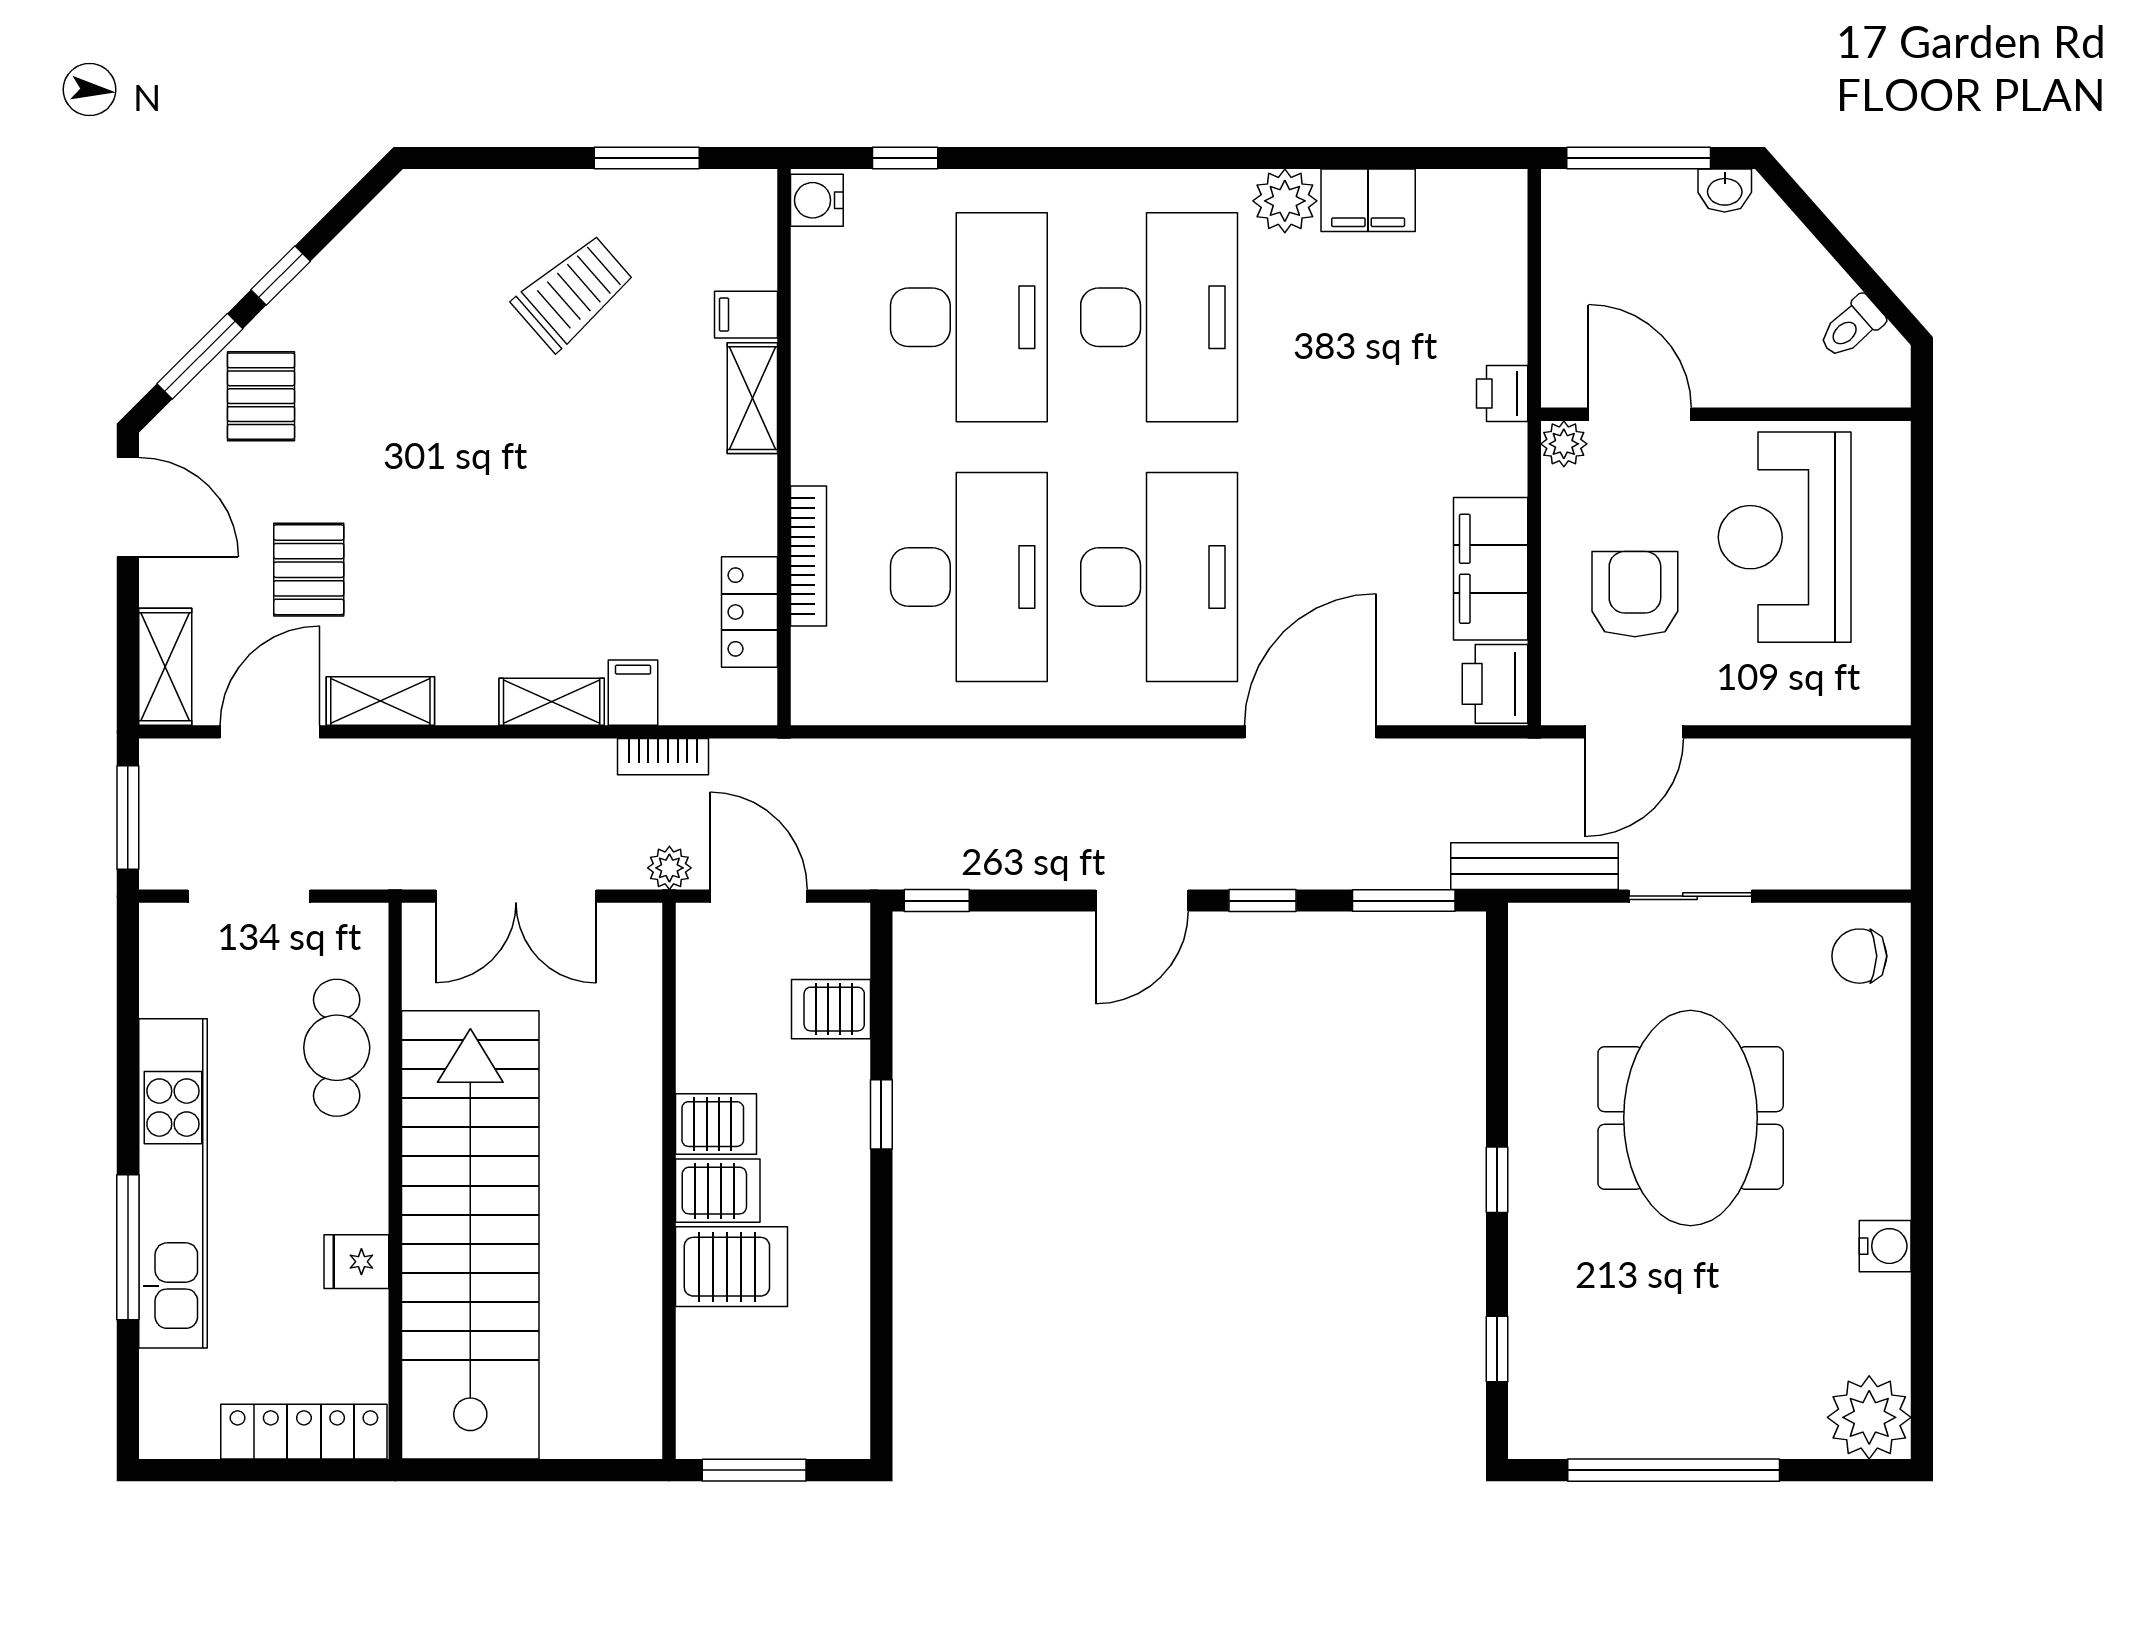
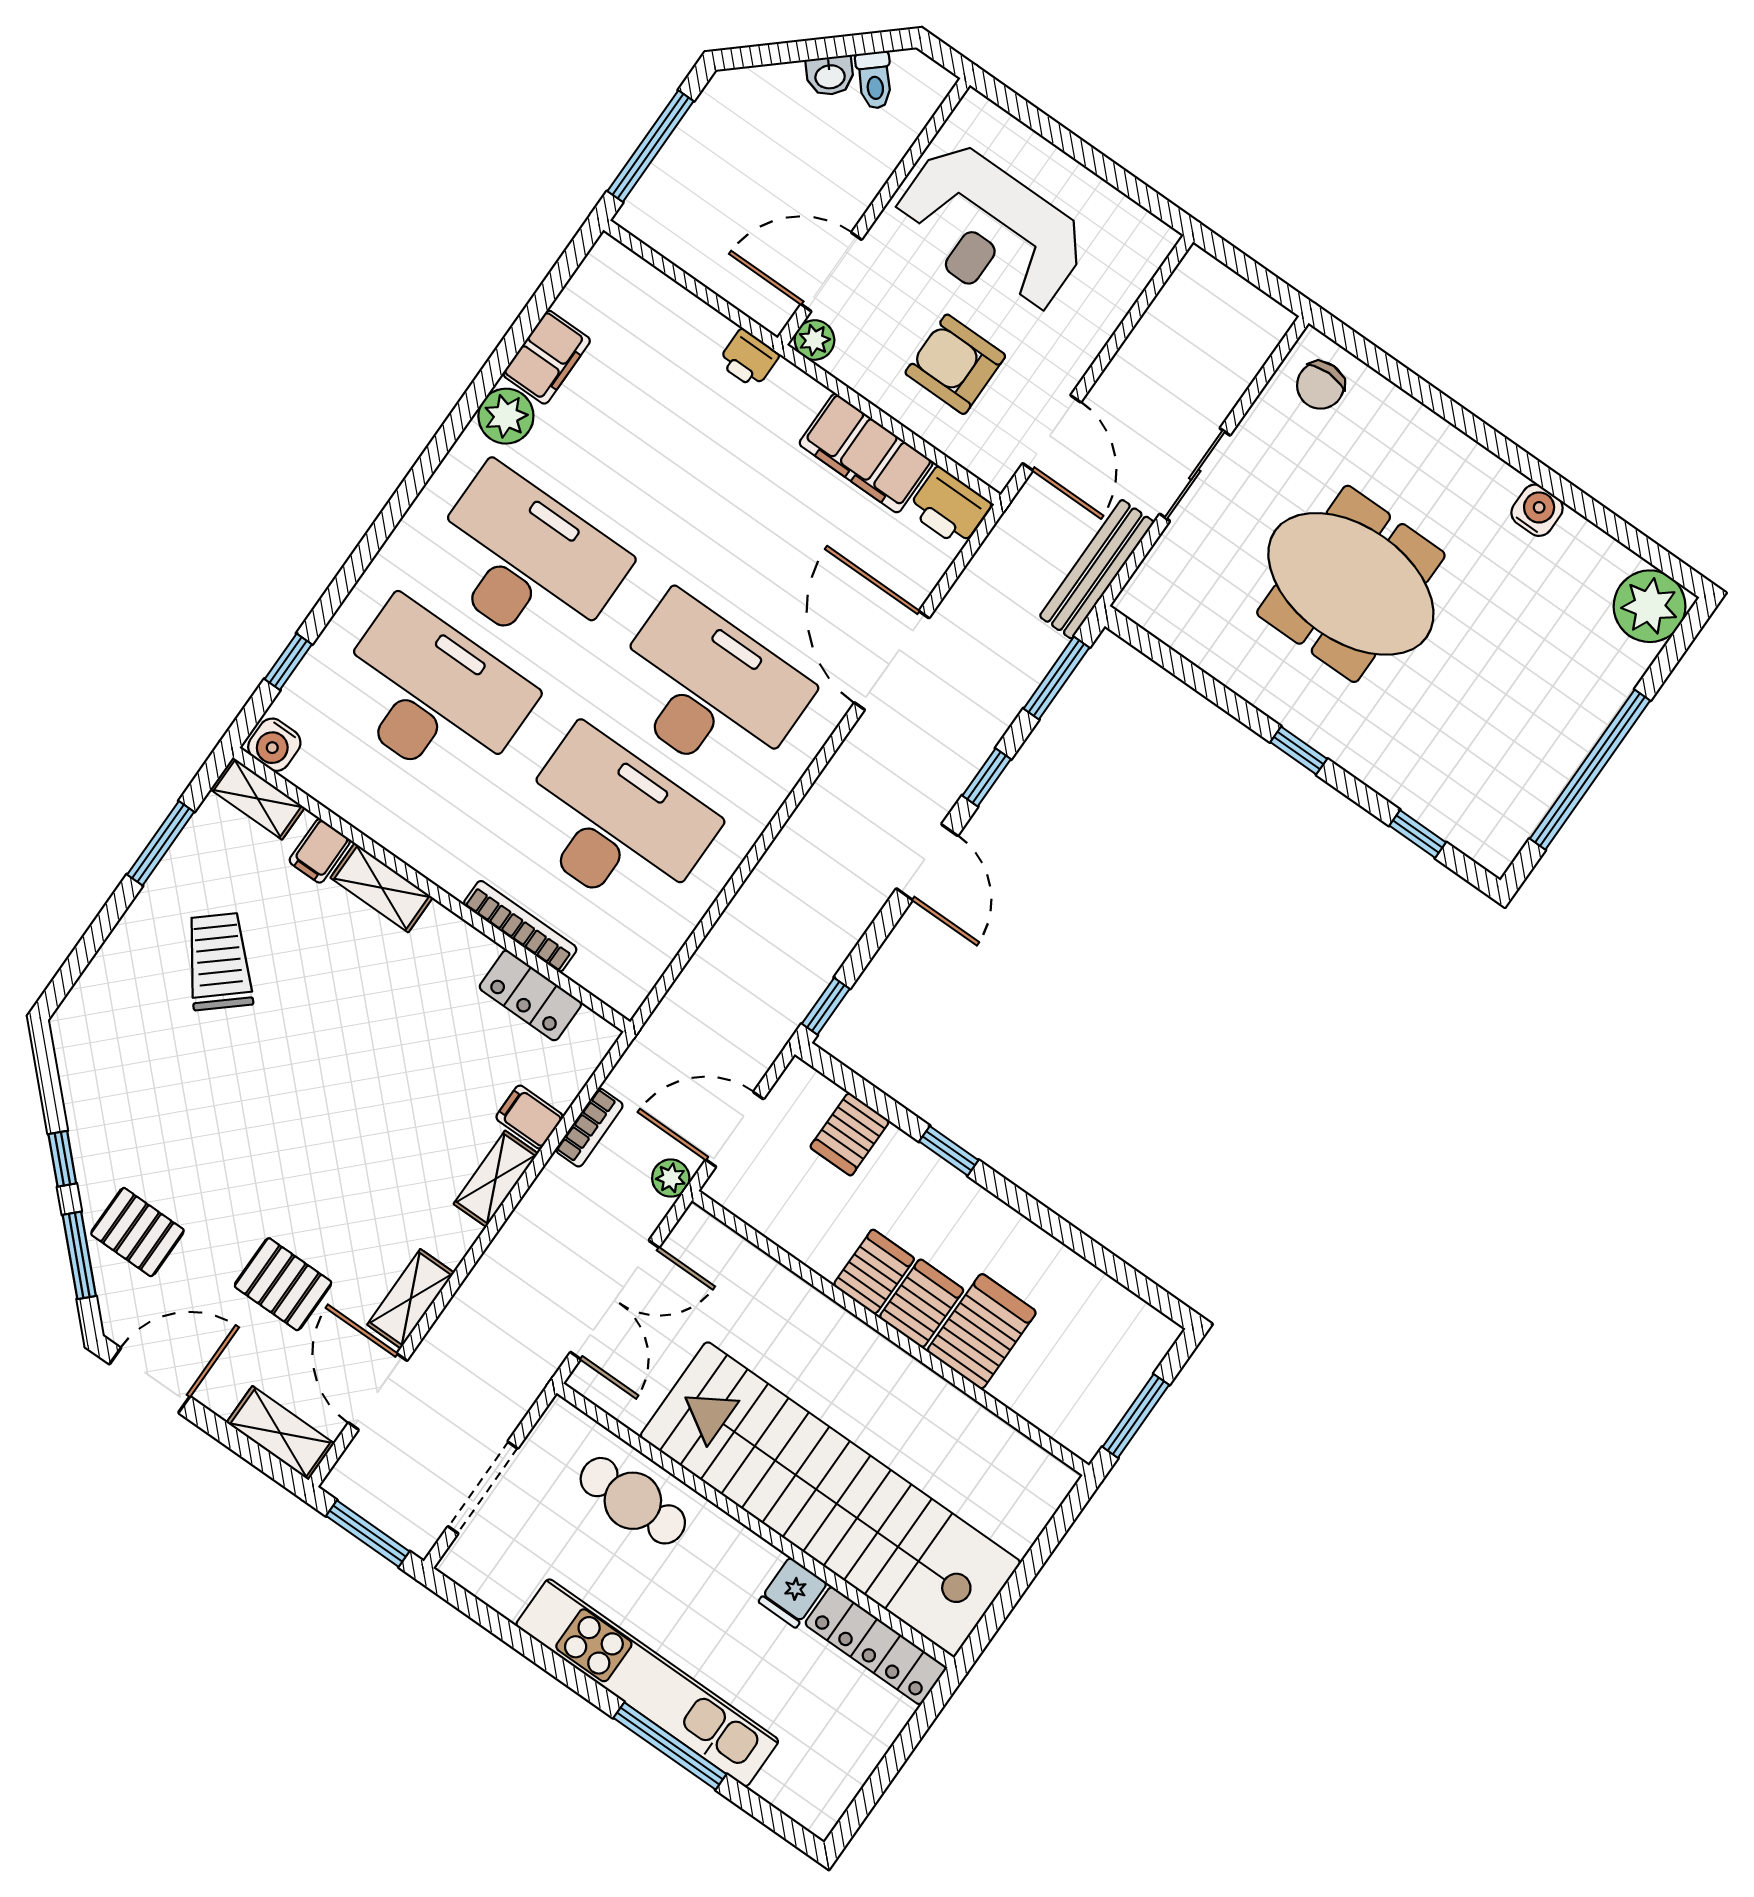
washbasin: (1725, 191) -> (830, 76), moved, turned 49
shelving: (754, 220) -> (257, 798), added
locker: (304, 1432) -> (876, 1646), moved, turned -90

